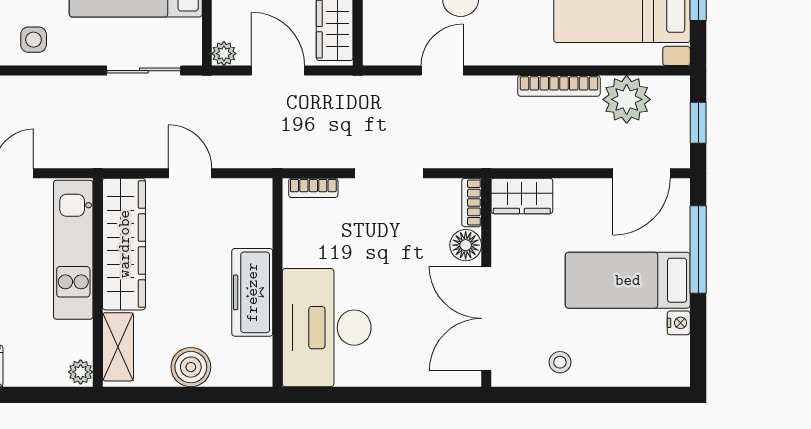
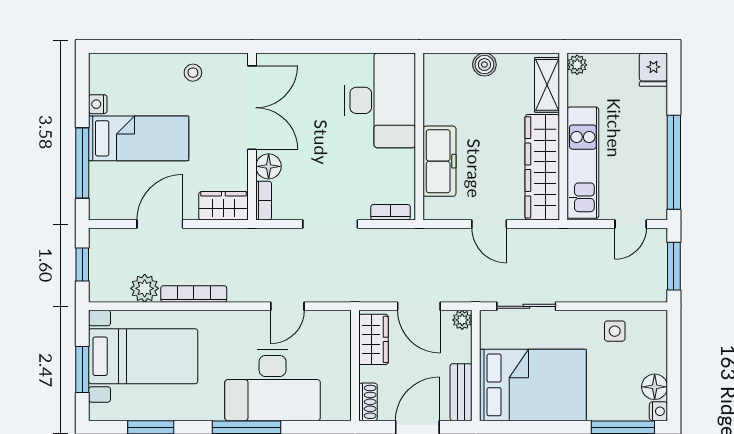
plant: (627, 99) -> (145, 288), width x0.73, depth x0.73
door: (642, 173) -> (160, 224), moved
freezer: (252, 292) -> (439, 161), moved
boiler: (191, 367) -> (484, 65), width x0.73, depth x0.73

